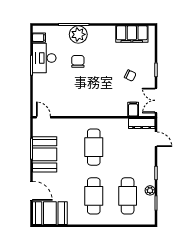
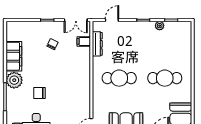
plant: (78, 34) -> (14, 80), moved
filing cabinet: (132, 34) -> (14, 56), moved
dresser: (142, 123) -> (97, 44), moved
cafe table: (128, 196) -> (165, 47), removed

